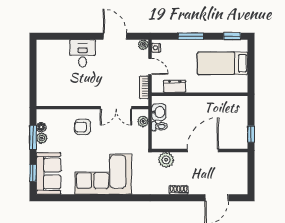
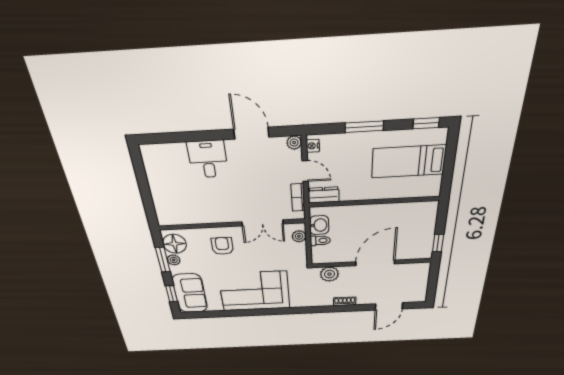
dresser: (175, 86) -> (324, 195), moved
floor lamp: (41, 127) -> (175, 244), width x1.89, depth x1.89
armchair: (83, 127) -> (222, 246), turned 90

